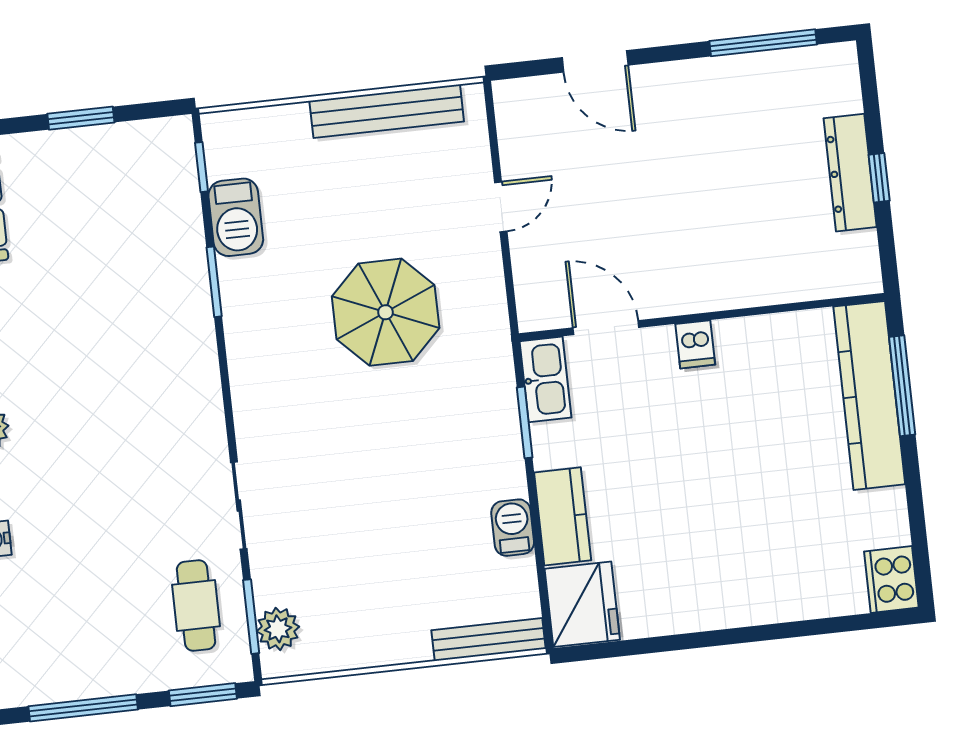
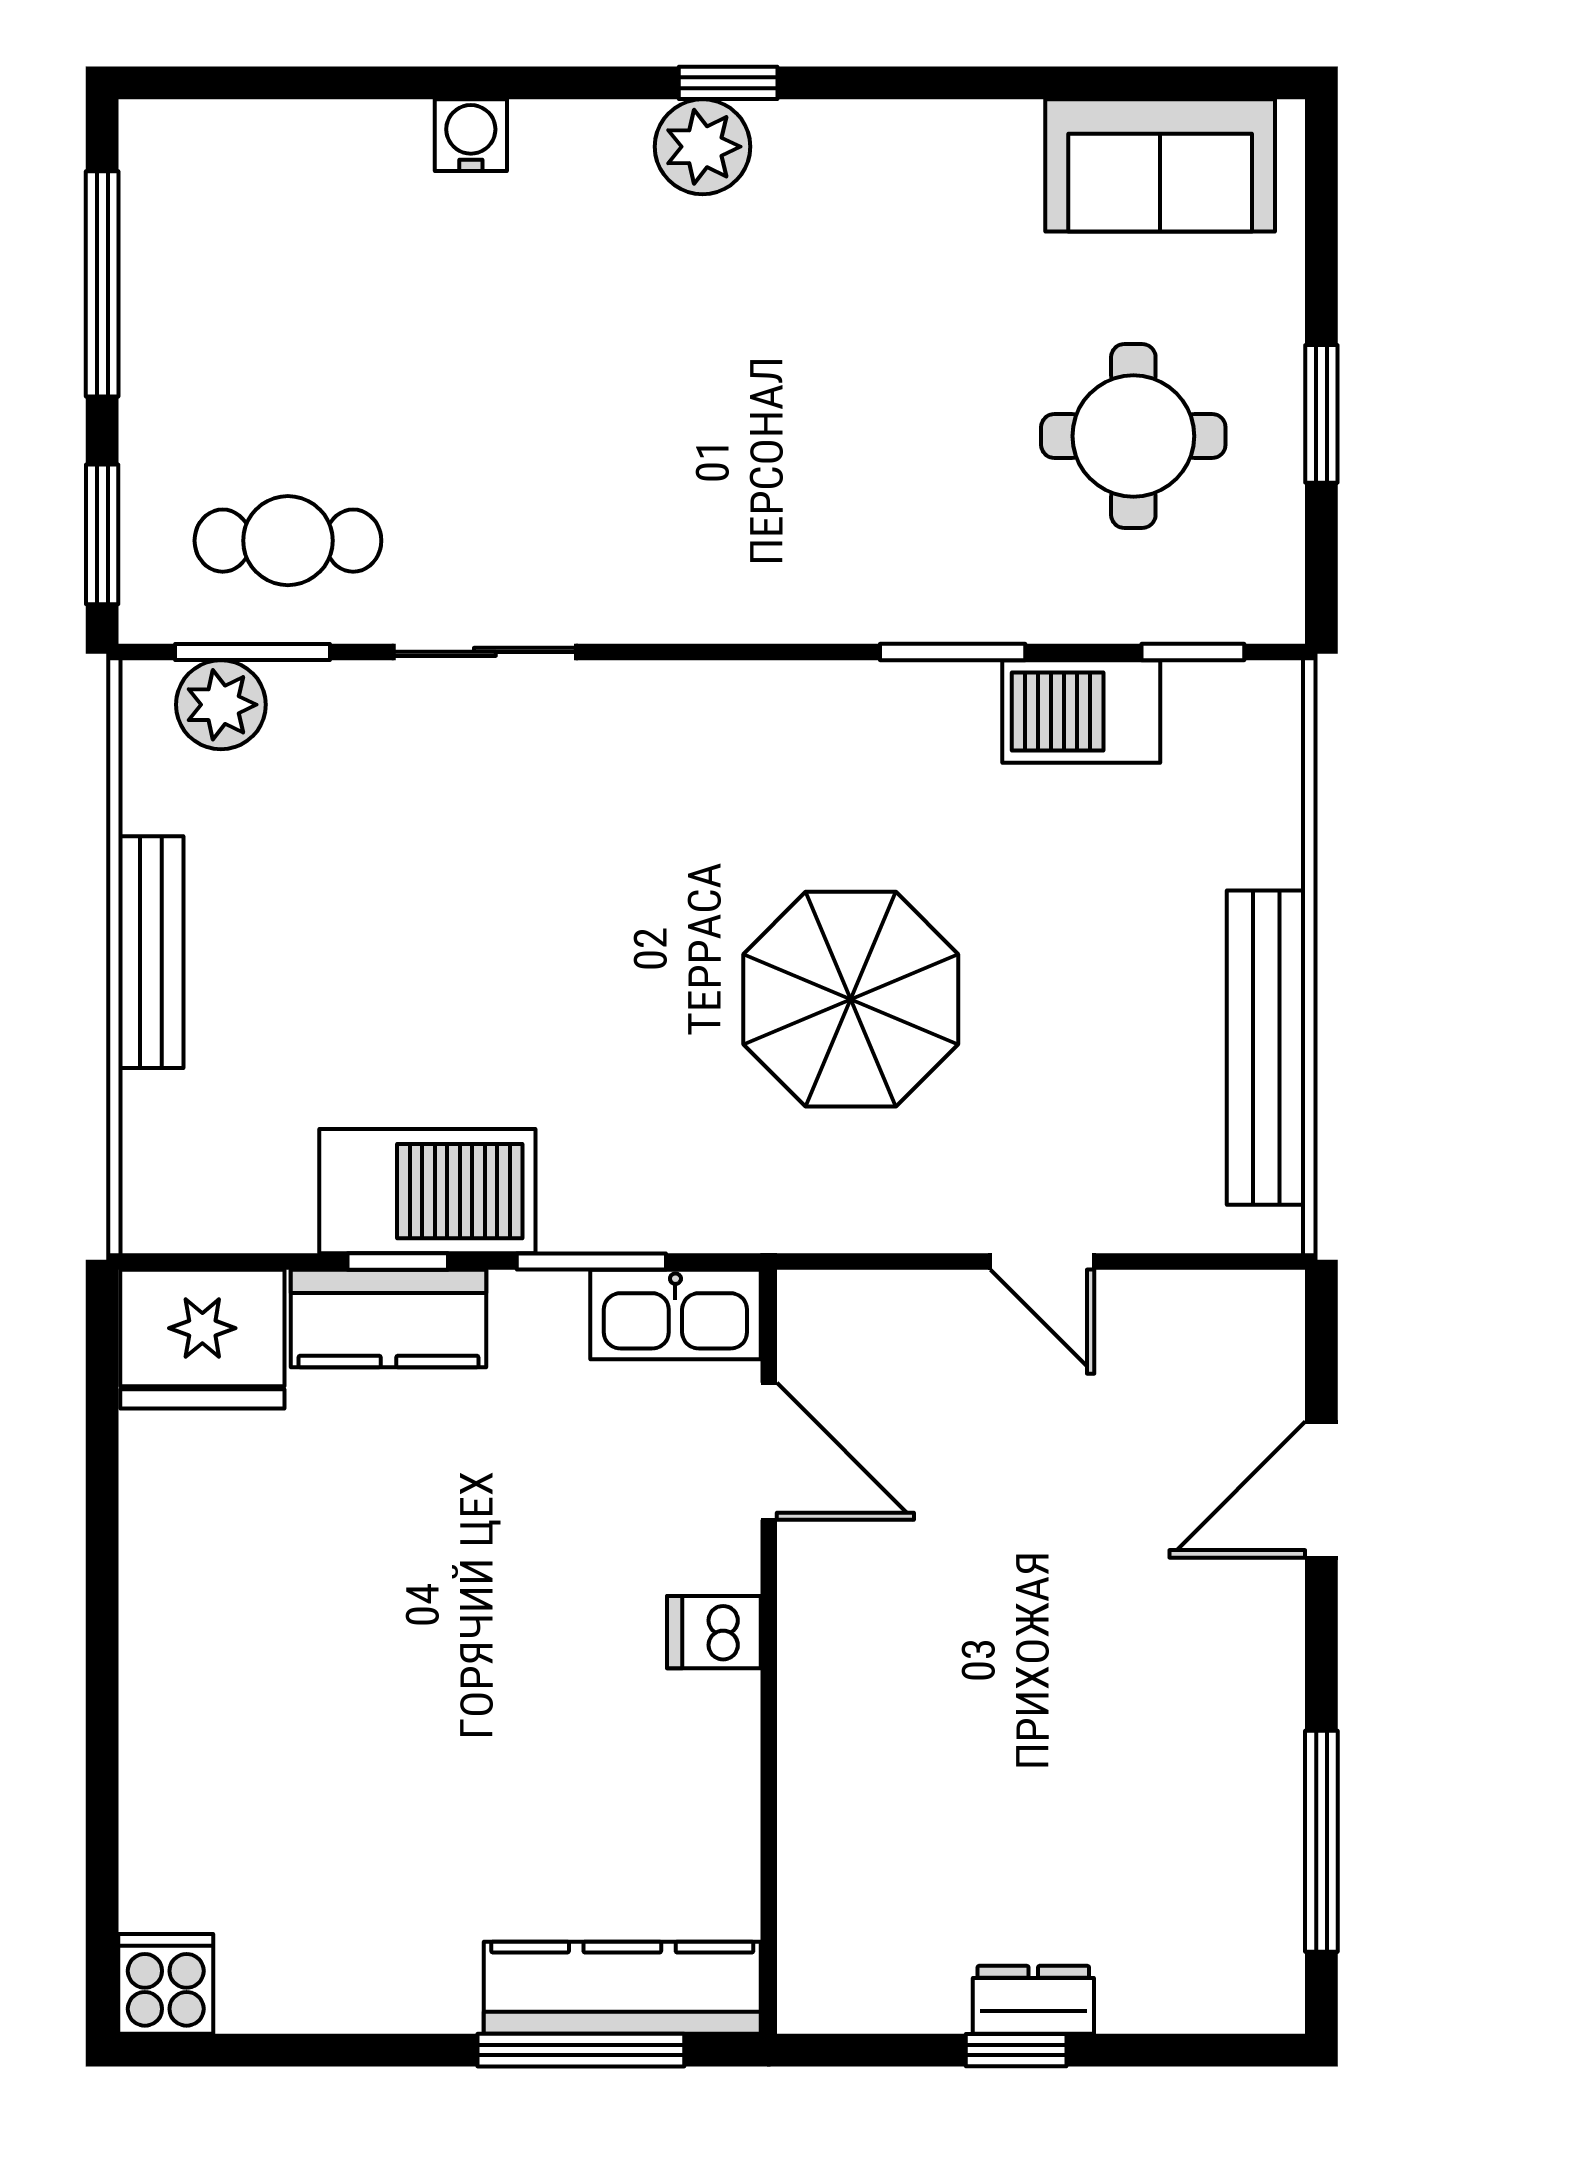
dresser: (850, 173) -> (1033, 2000), width x0.51, depth x0.80
round table: (101, 207) -> (1133, 436), added
door: (606, 328) -> (769, 1451), hinge flipped
kitchen counter: (869, 395) -> (622, 1988), width x0.72, depth x0.86
window: (535, 515) -> (398, 1262), added
barbecue: (513, 528) -> (427, 1191), width x1.88, depth x1.53
cooker: (891, 580) -> (166, 1984), width x0.73
bench: (489, 640) -> (151, 952), moved

